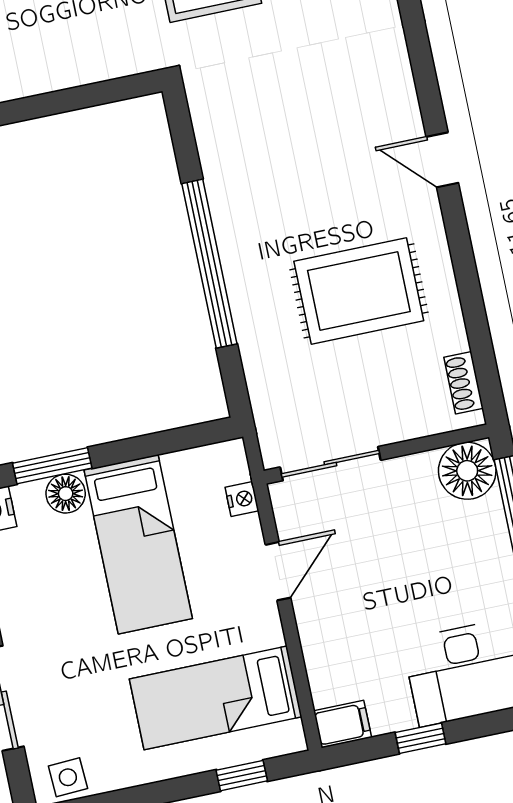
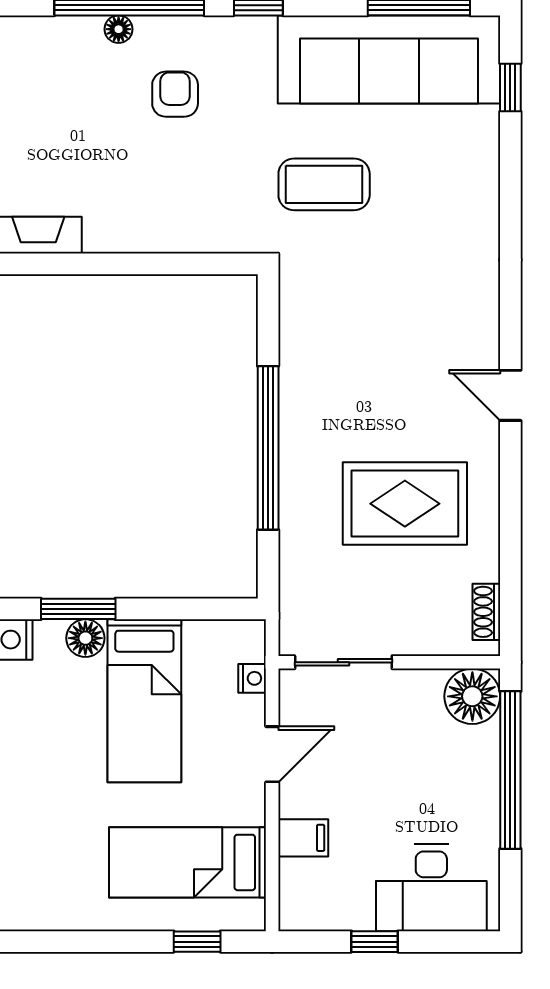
filing cabinet: (343, 724) -> (303, 838), moved
side table: (68, 777) -> (31, 909), removed

